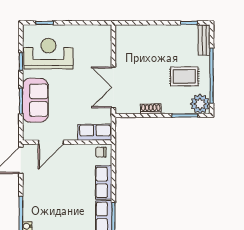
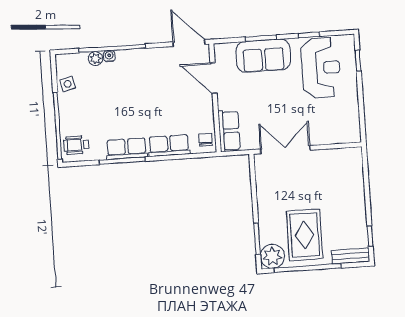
rug: (184, 76) -> (305, 235), width x1.36, depth x1.43
shoe rack: (151, 109) -> (262, 197), removed

